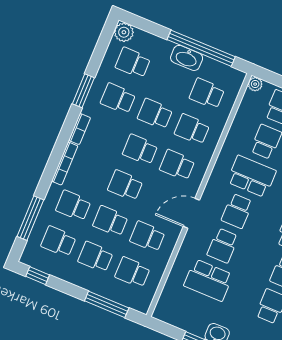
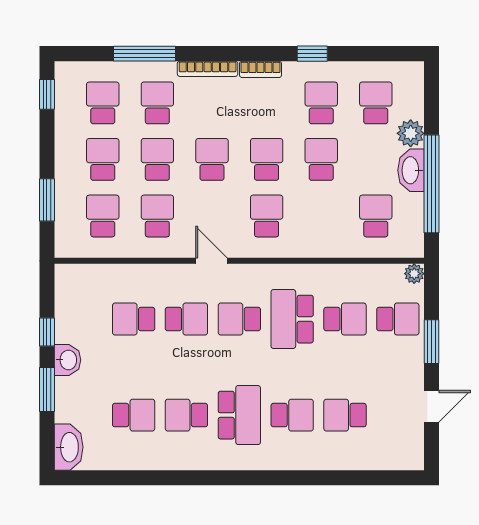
plant: (124, 32) -> (411, 133), moved
window: (83, 91) -> (312, 54), width x0.67
school desk: (192, 129) -> (321, 216), removed
school desk: (252, 176) -> (292, 319), turned 180
door: (191, 213) -> (211, 261), width x0.73
window: (30, 218) -> (144, 54), moved
school desk: (223, 246) -> (186, 319), turned 180
school desk: (208, 280) -> (134, 319), width x0.54
window: (107, 304) -> (47, 200), width x0.69

